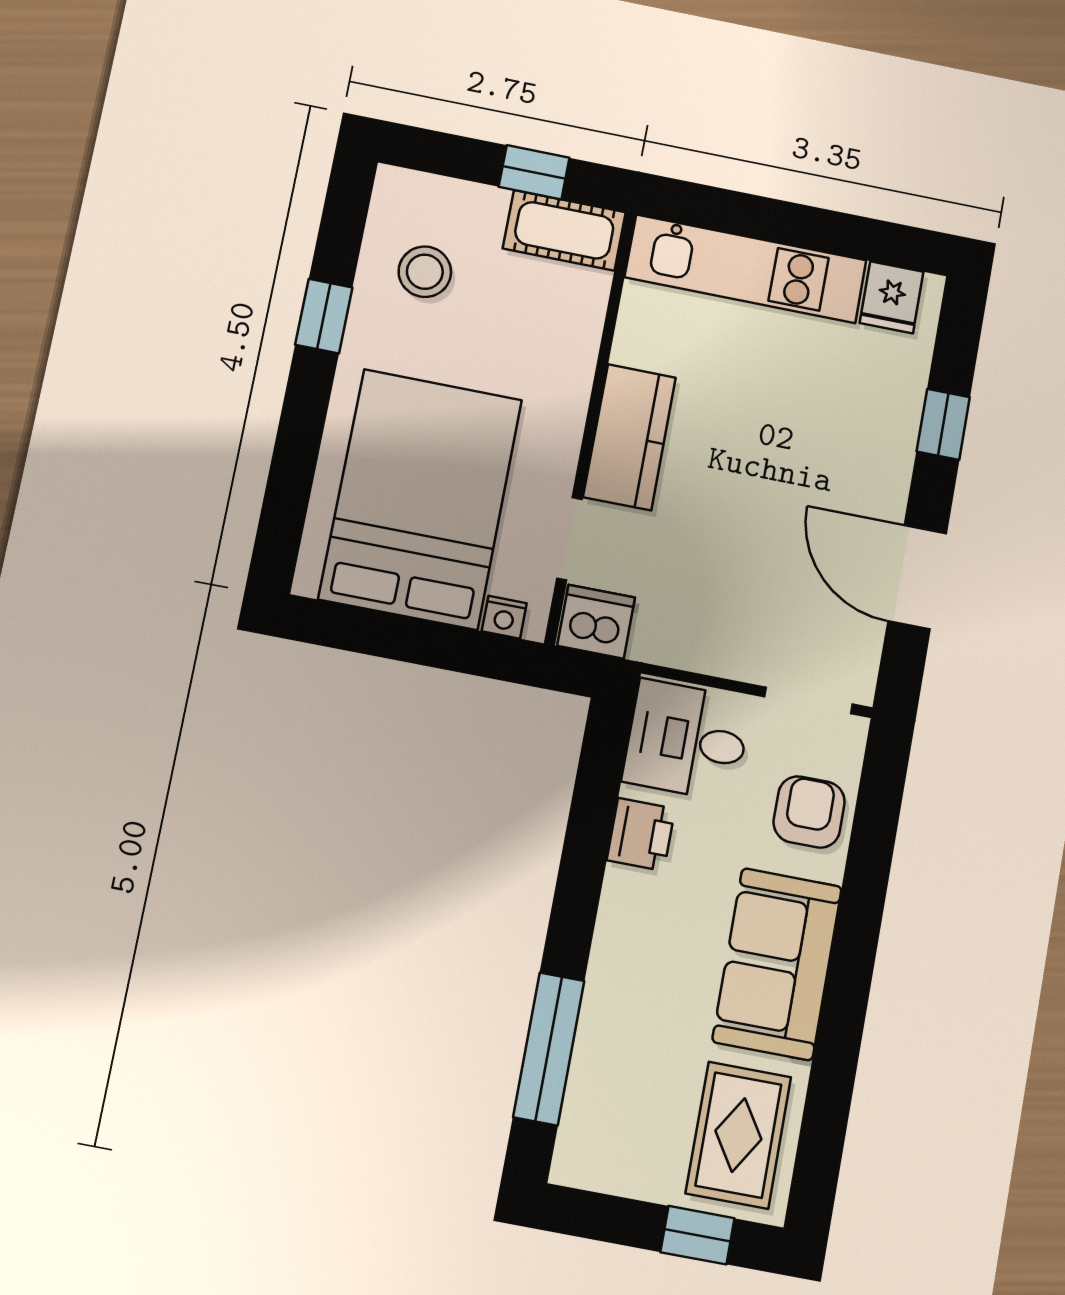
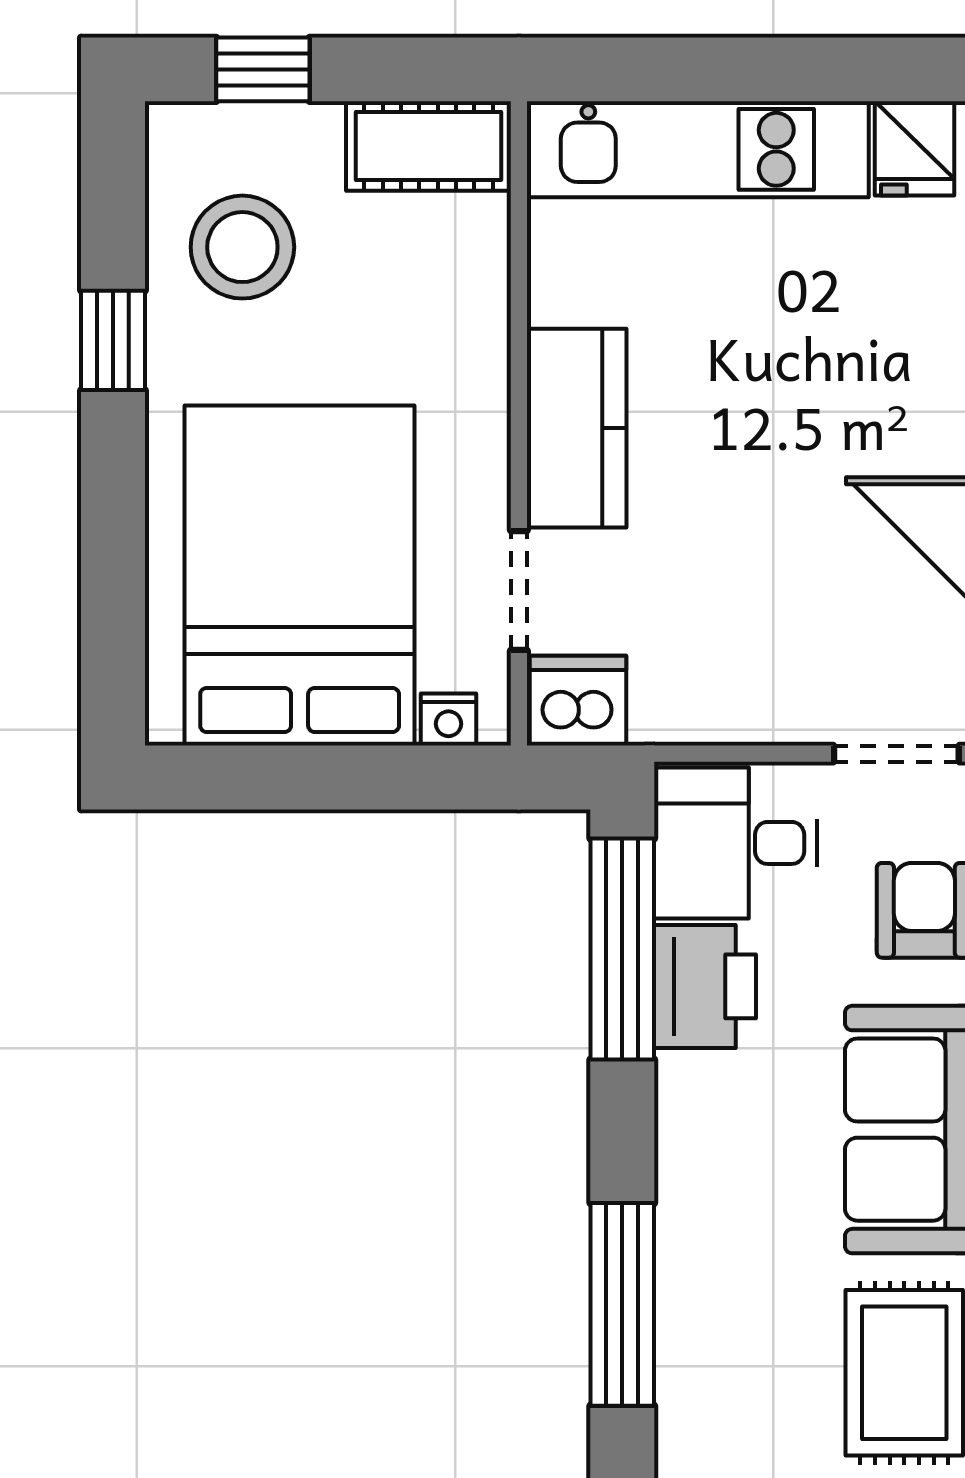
window: (534, 172) -> (263, 69), moved
stool: (425, 272) -> (242, 247), width x1.38, depth x1.38
window: (595, 799) -> (622, 949), added
printer: (641, 834) -> (705, 986), width x1.36, depth x1.24

